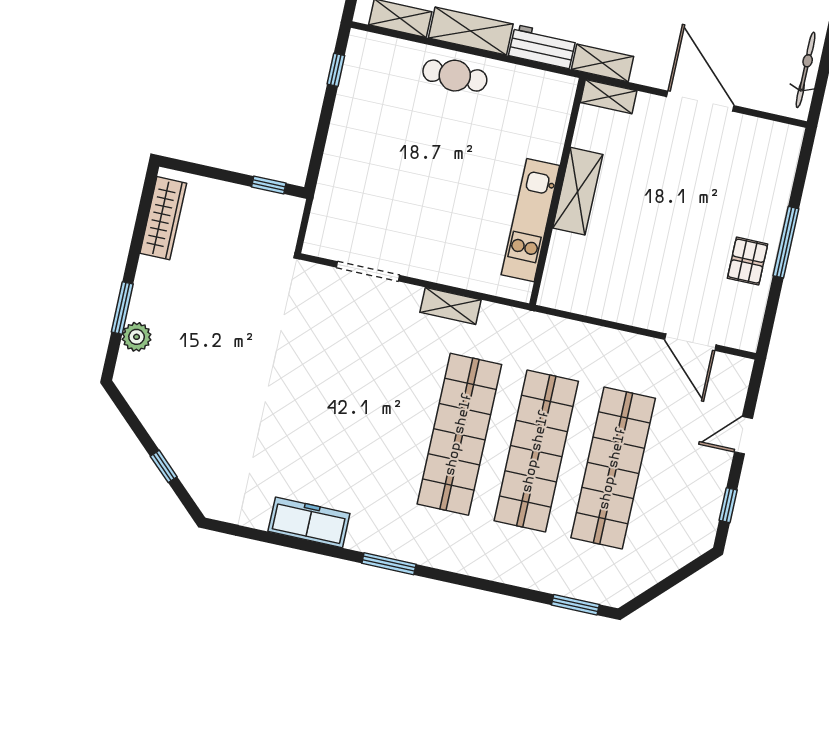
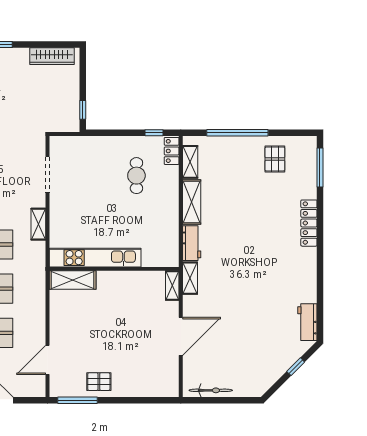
locker: (374, 46) -> (172, 151), added
cafe table: (455, 76) -> (136, 176), moved
shelving: (578, 191) -> (73, 280), moved
kitchen unit: (530, 220) -> (95, 258), width x1.36
window: (786, 242) -> (78, 400), moved

